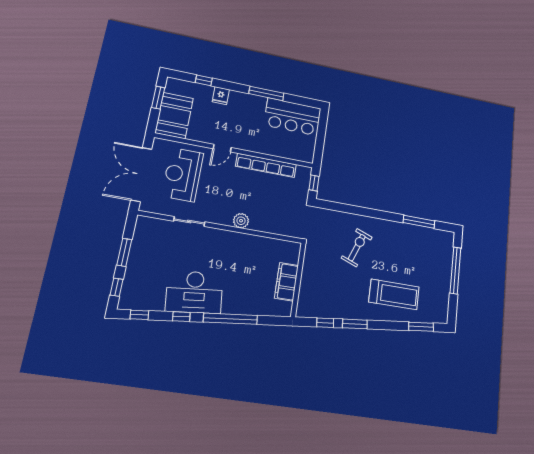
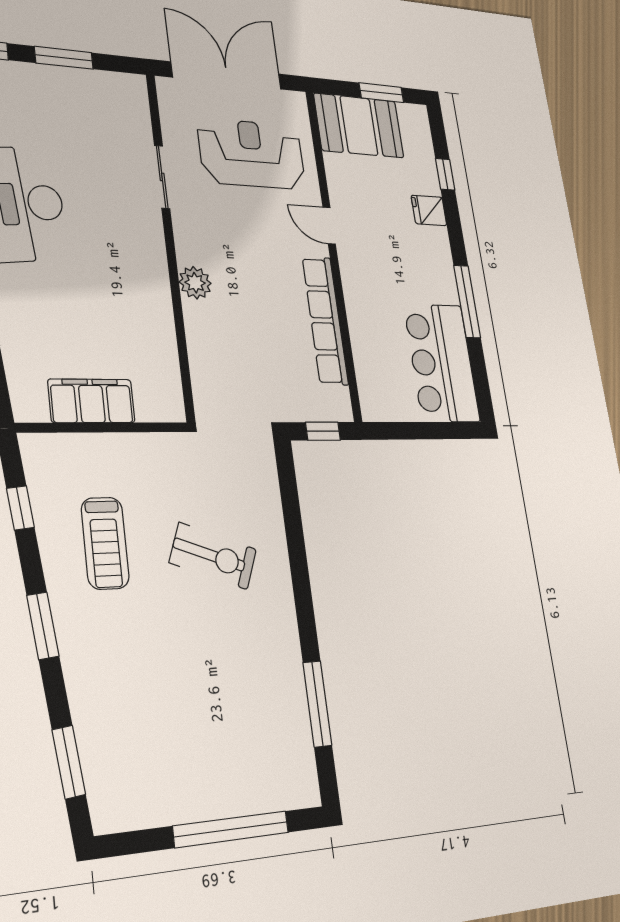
treadmill: (394, 294) -> (105, 543), moved, width x0.73, depth x0.73
window: (355, 324) -> (43, 626), moved

